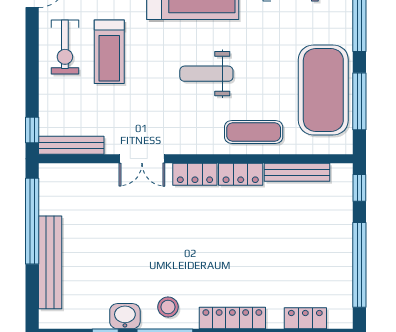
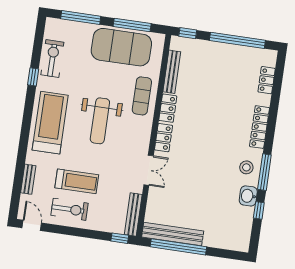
weight bench: (206, 74) -> (100, 121), width x1.36, depth x1.33
bench: (50, 262) -> (173, 234), moved

